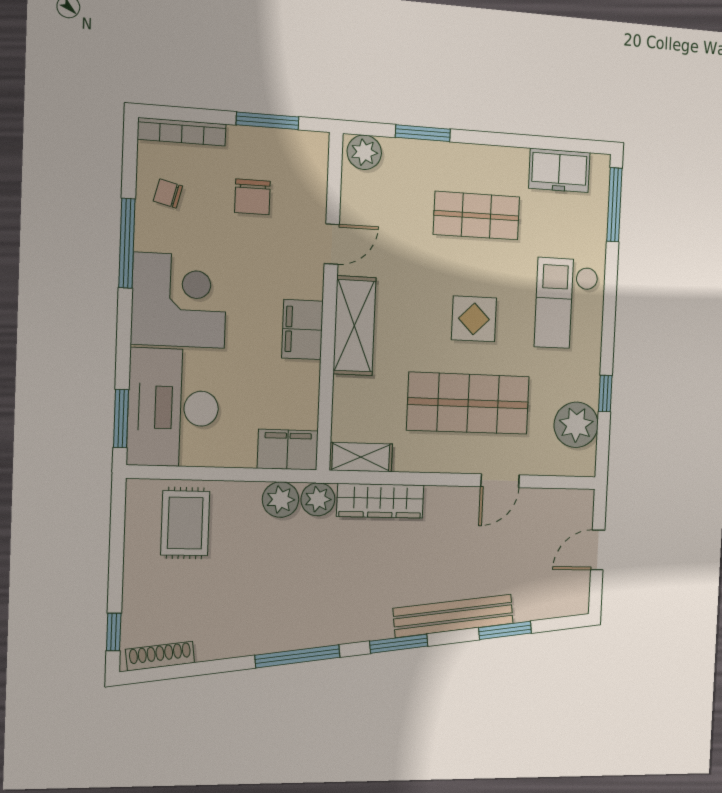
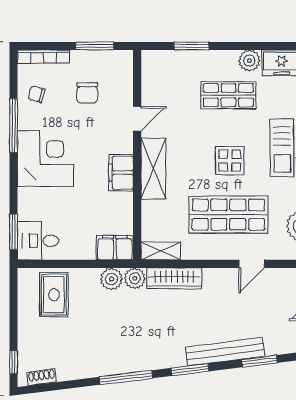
plant: (364, 152) -> (249, 61), moved
desk: (173, 408) -> (38, 241), width x0.53, depth x0.77
shoe rack: (160, 656) -> (42, 377), width x0.70

